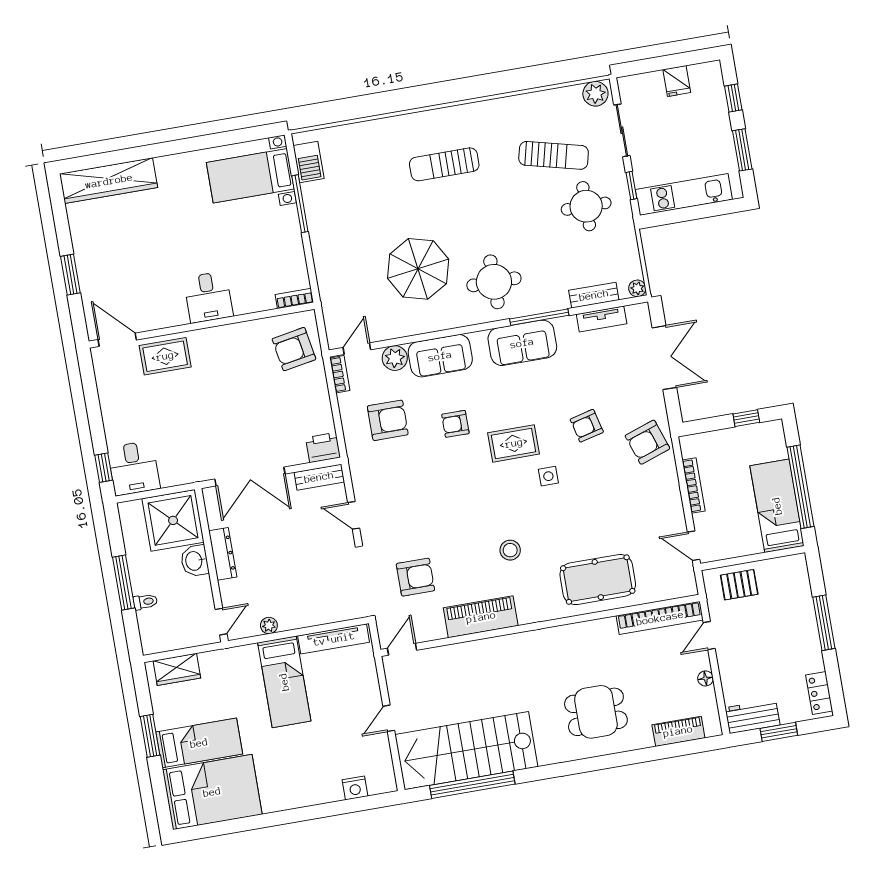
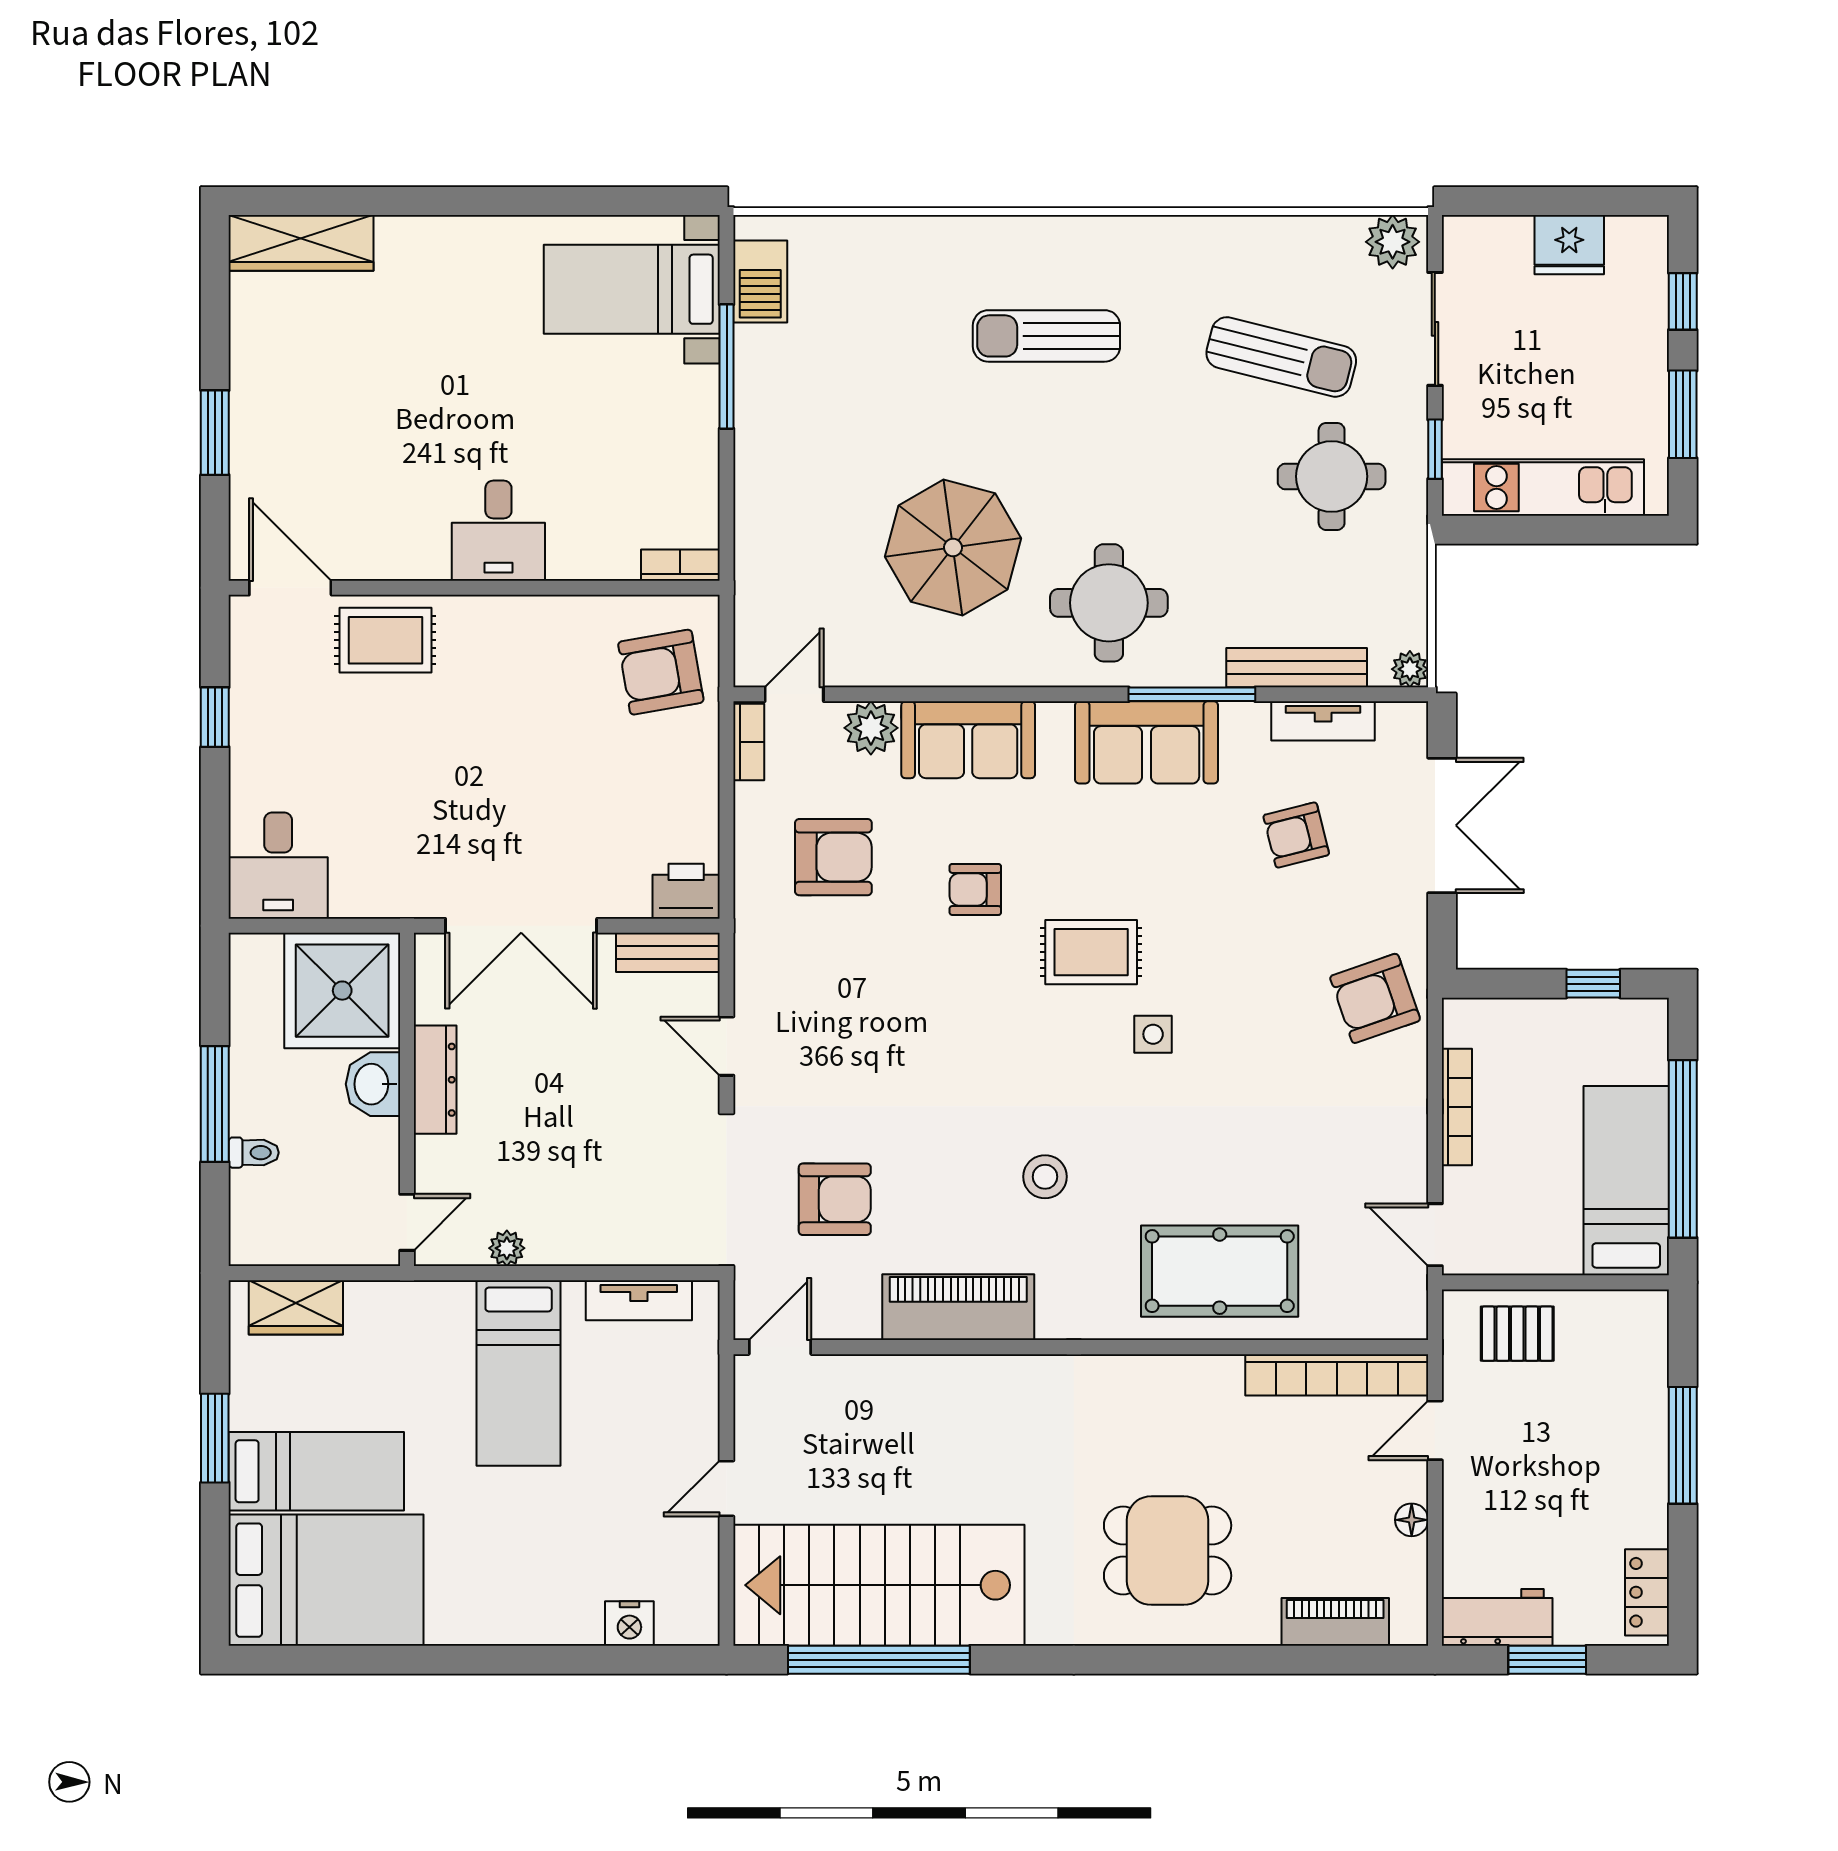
fridge: (677, 81) -> (1569, 245), width x1.38
wardrobe: (109, 181) -> (301, 243), width x0.71, depth x0.85
bench: (594, 295) -> (1297, 668), width x1.36
armchair: (587, 426) -> (1296, 835), moved
window: (104, 468) -> (215, 717), moved
tv unit: (334, 639) -> (639, 1300), width x0.71

